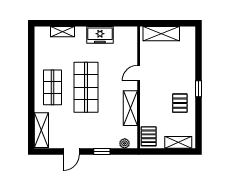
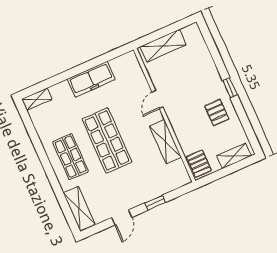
shelving: (62, 32) -> (37, 99), moved
freezer: (100, 35) -> (91, 79), width x1.40
plant: (125, 143) -> (176, 183), removed

